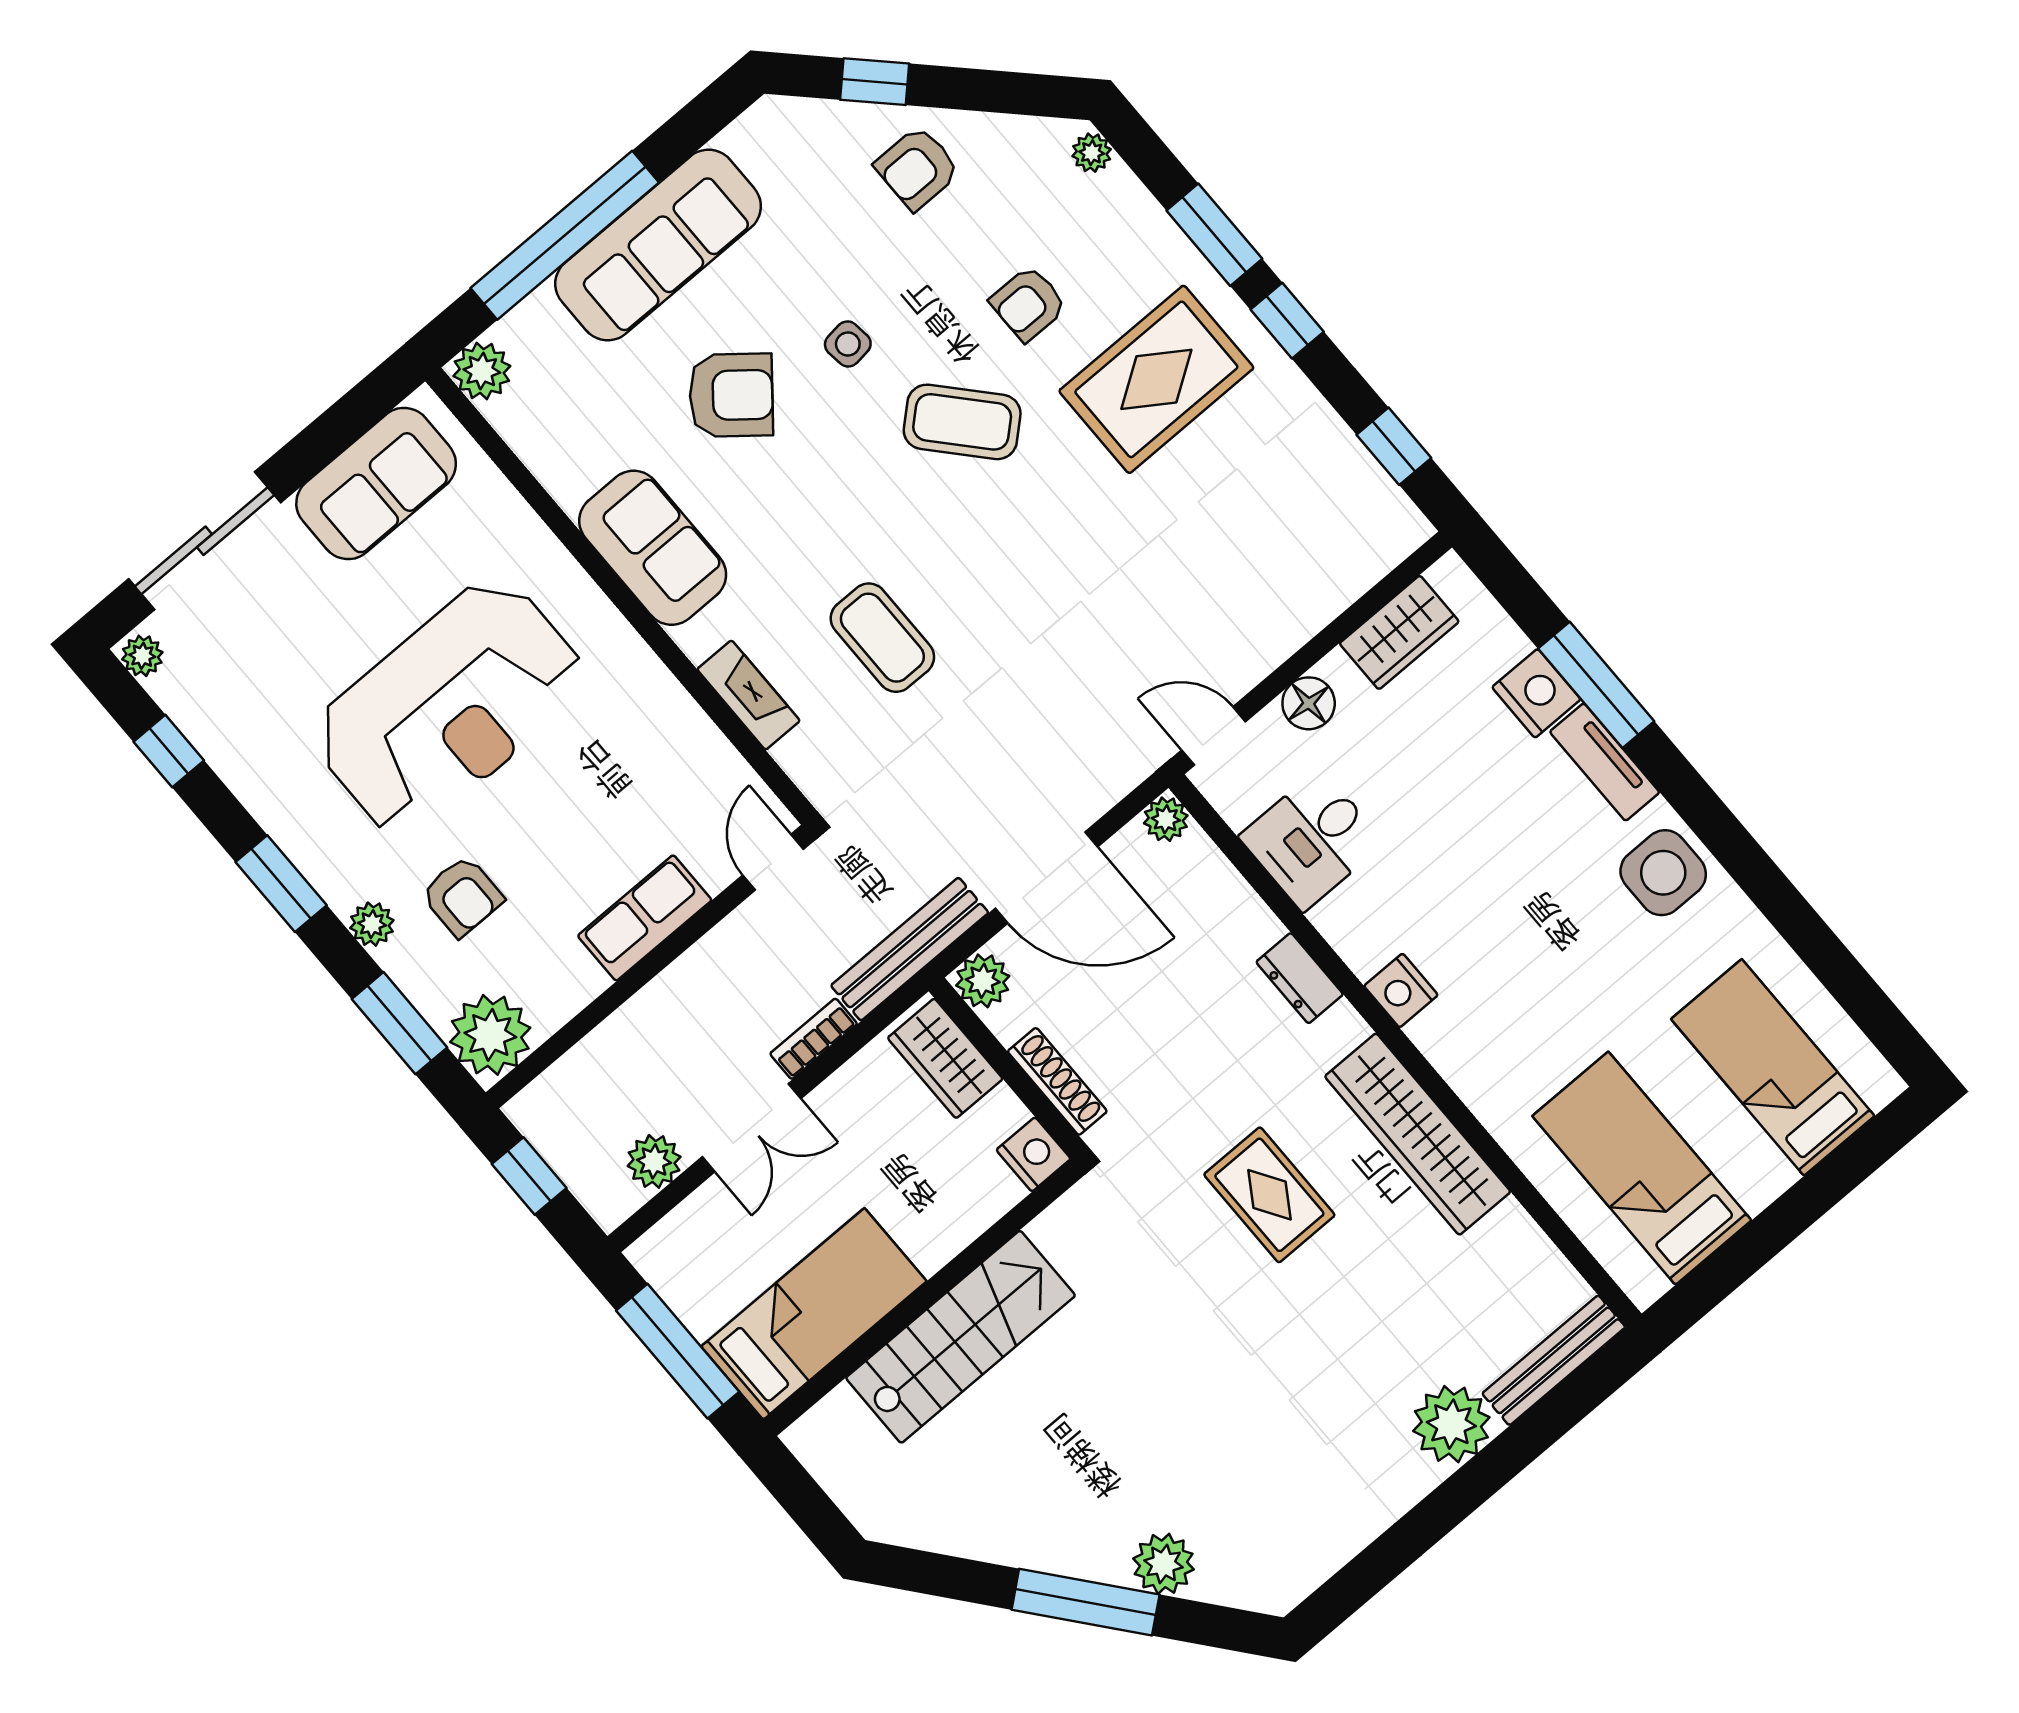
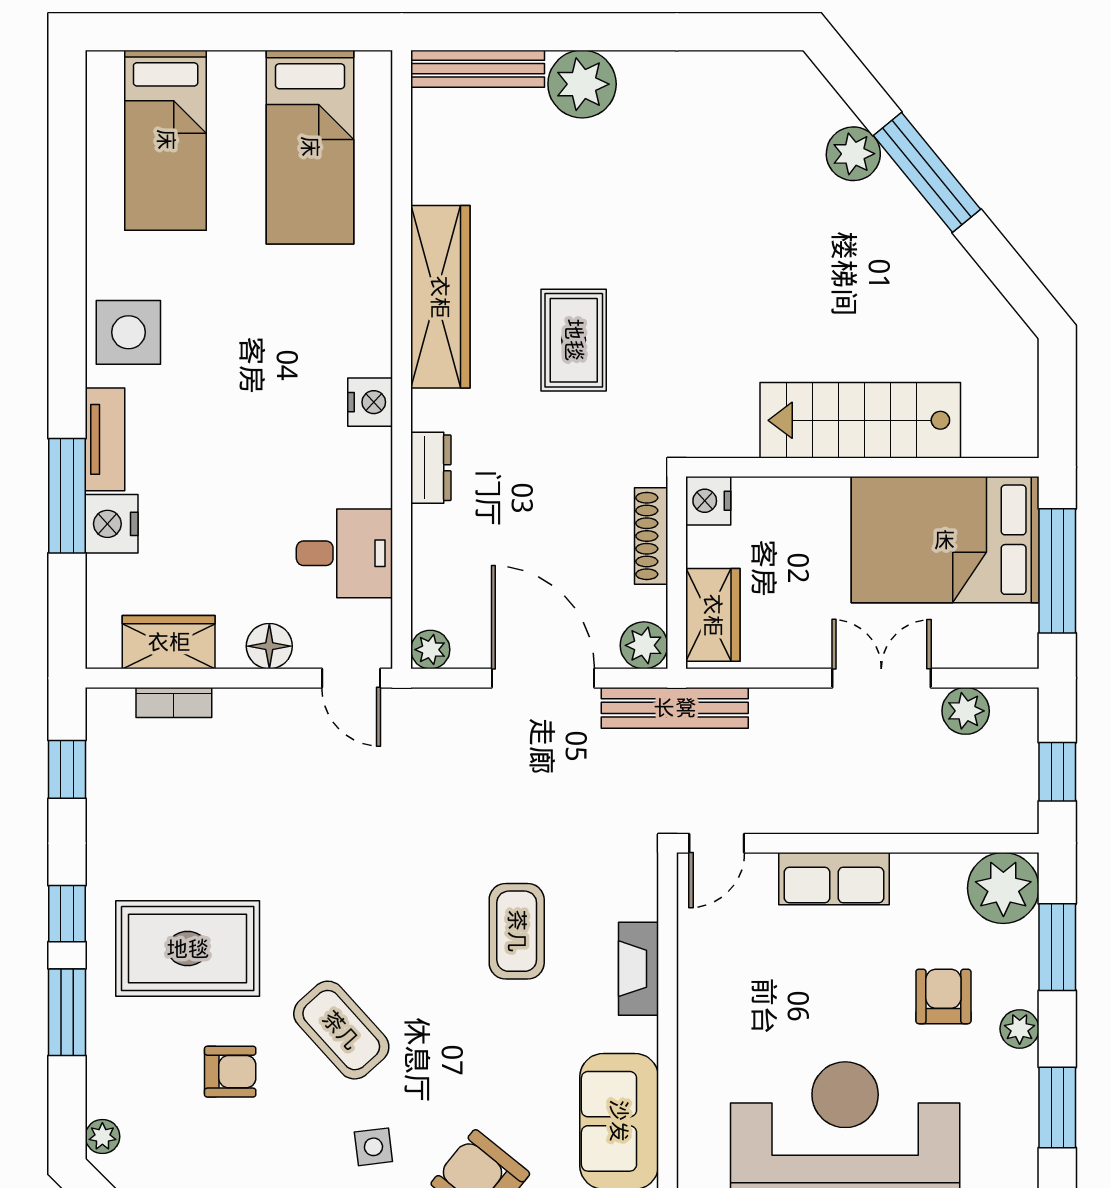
bookcase: (814, 1039) -> (174, 702), moved
bed: (814, 1314) -> (945, 540), width x1.50

